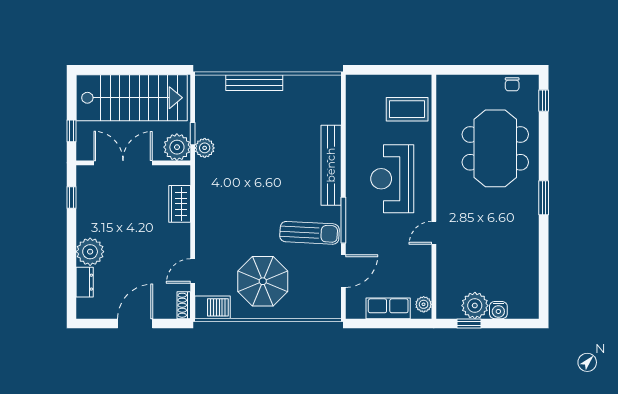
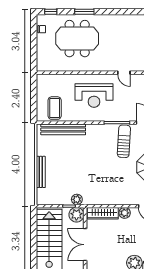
coffee table: (407, 109) -> (55, 108), moved
bench: (331, 165) -> (63, 129), moved
window: (544, 198) -> (84, 12), moved
wardrobe: (180, 204) -> (103, 213), width x1.50
plant: (180, 234) -> (125, 213), added

